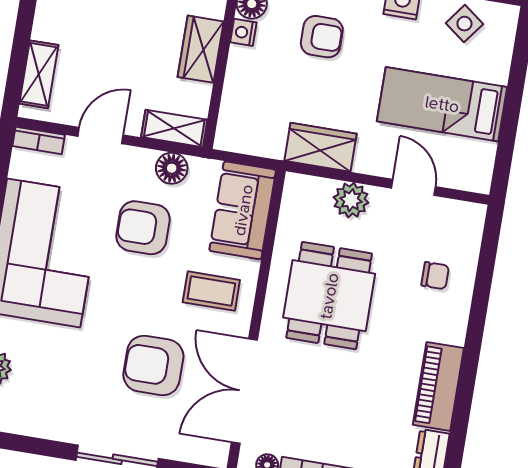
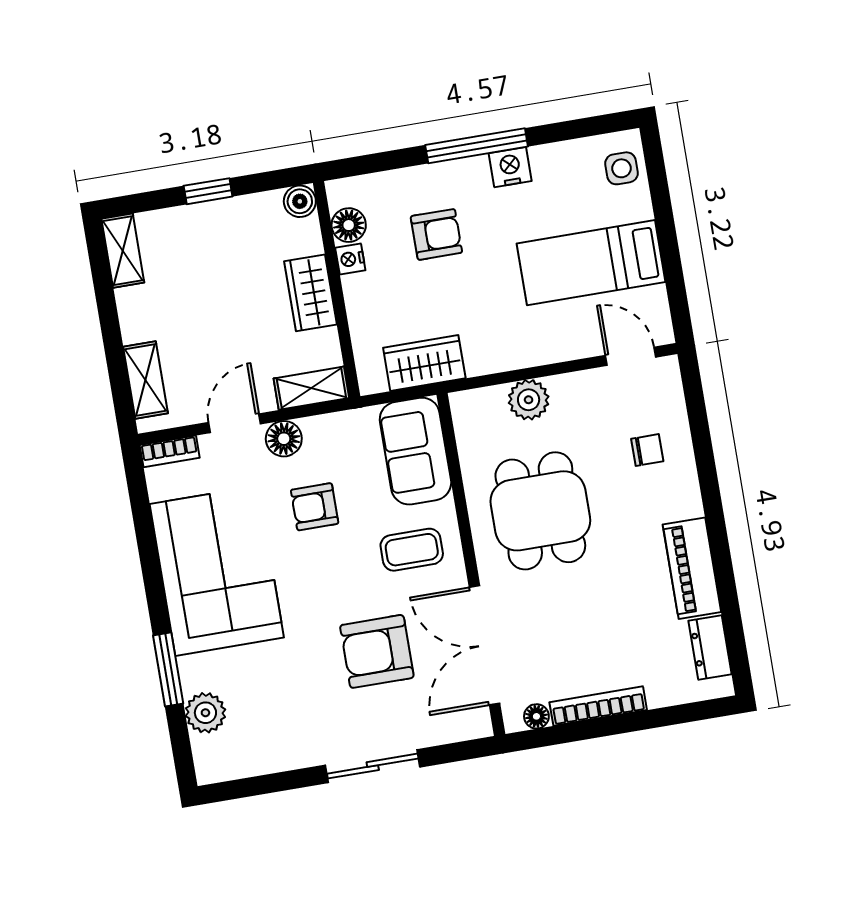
side table: (464, 24) -> (622, 168), moved, turned -37
wardrobe: (321, 147) -> (424, 363), moved
floor lamp: (172, 168) -> (284, 439), moved
door: (414, 187) -> (631, 356), moved
armchair: (143, 228) -> (315, 507), width x0.72, depth x0.72

